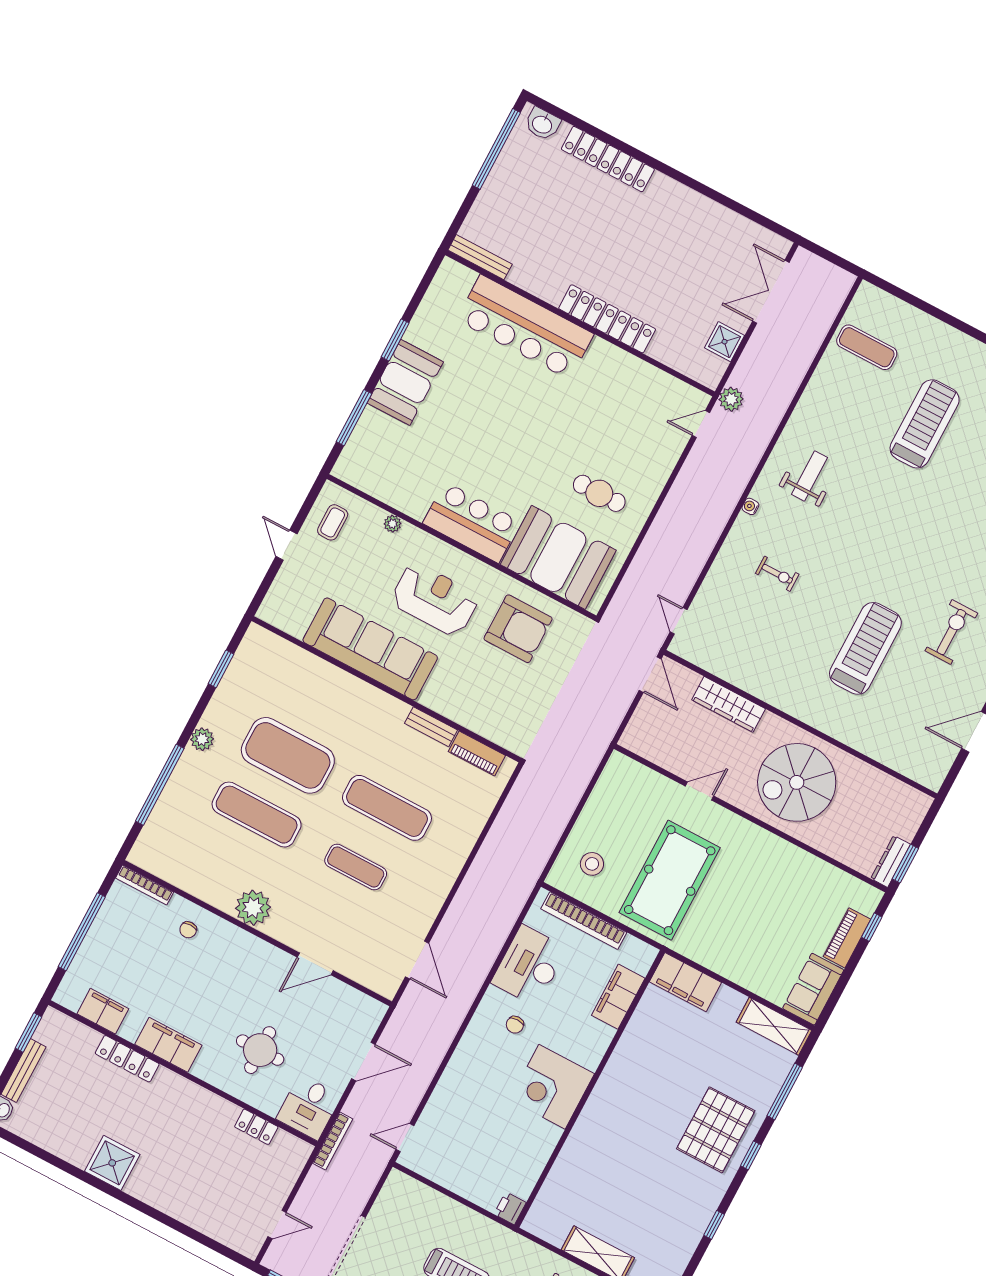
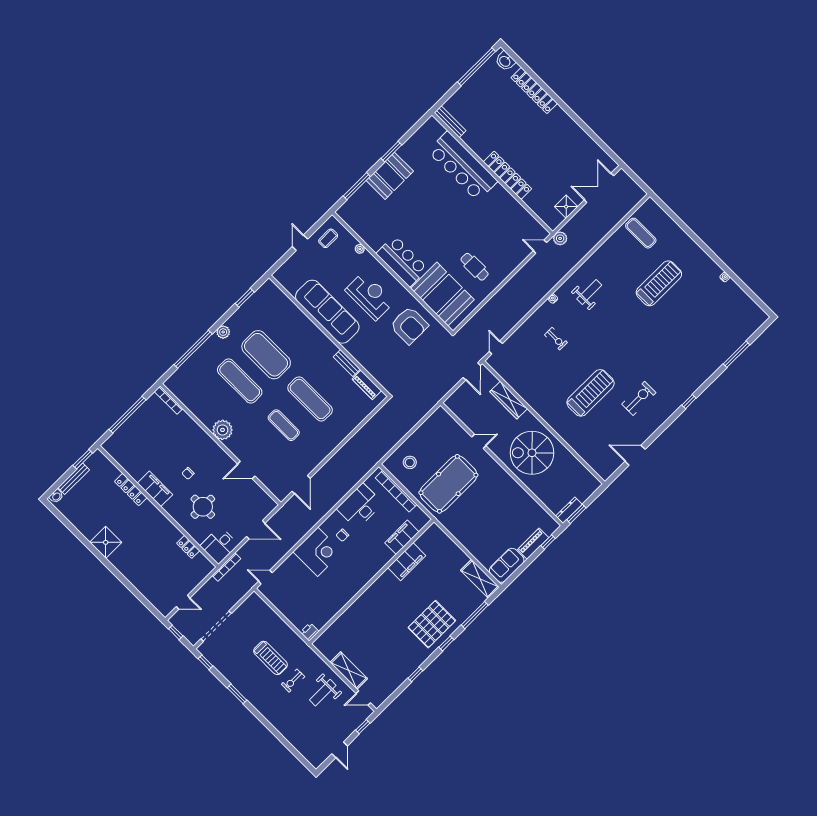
chair: (188, 930) -> (188, 473), moved
filing cabinet: (685, 982) -> (407, 562), moved, turned -90
filing cabinet: (103, 1011) -> (126, 460), removed
corner desk: (552, 1087) -> (318, 552), moved, turned 180

